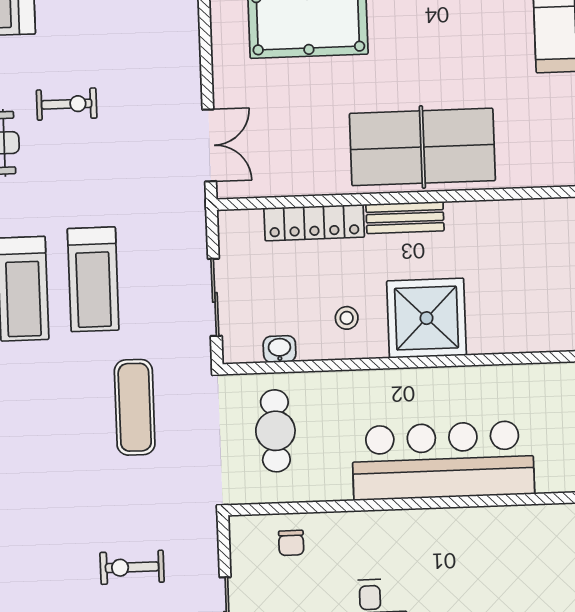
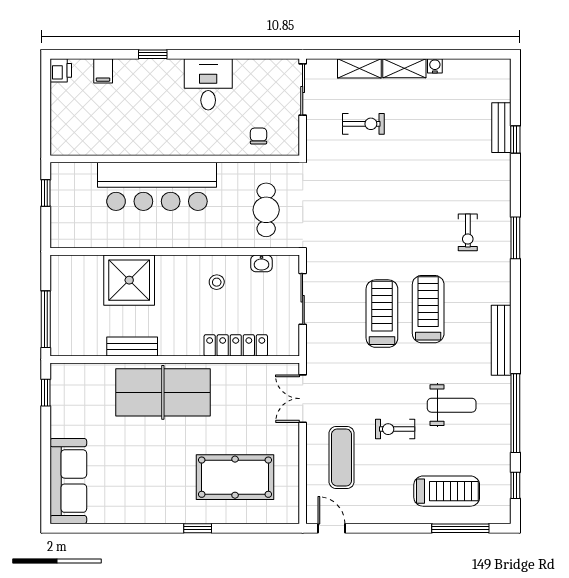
bench: (405, 218) -> (132, 347), moved
shower: (427, 318) -> (129, 280), moved
exercise mat: (135, 407) -> (342, 458), moved

